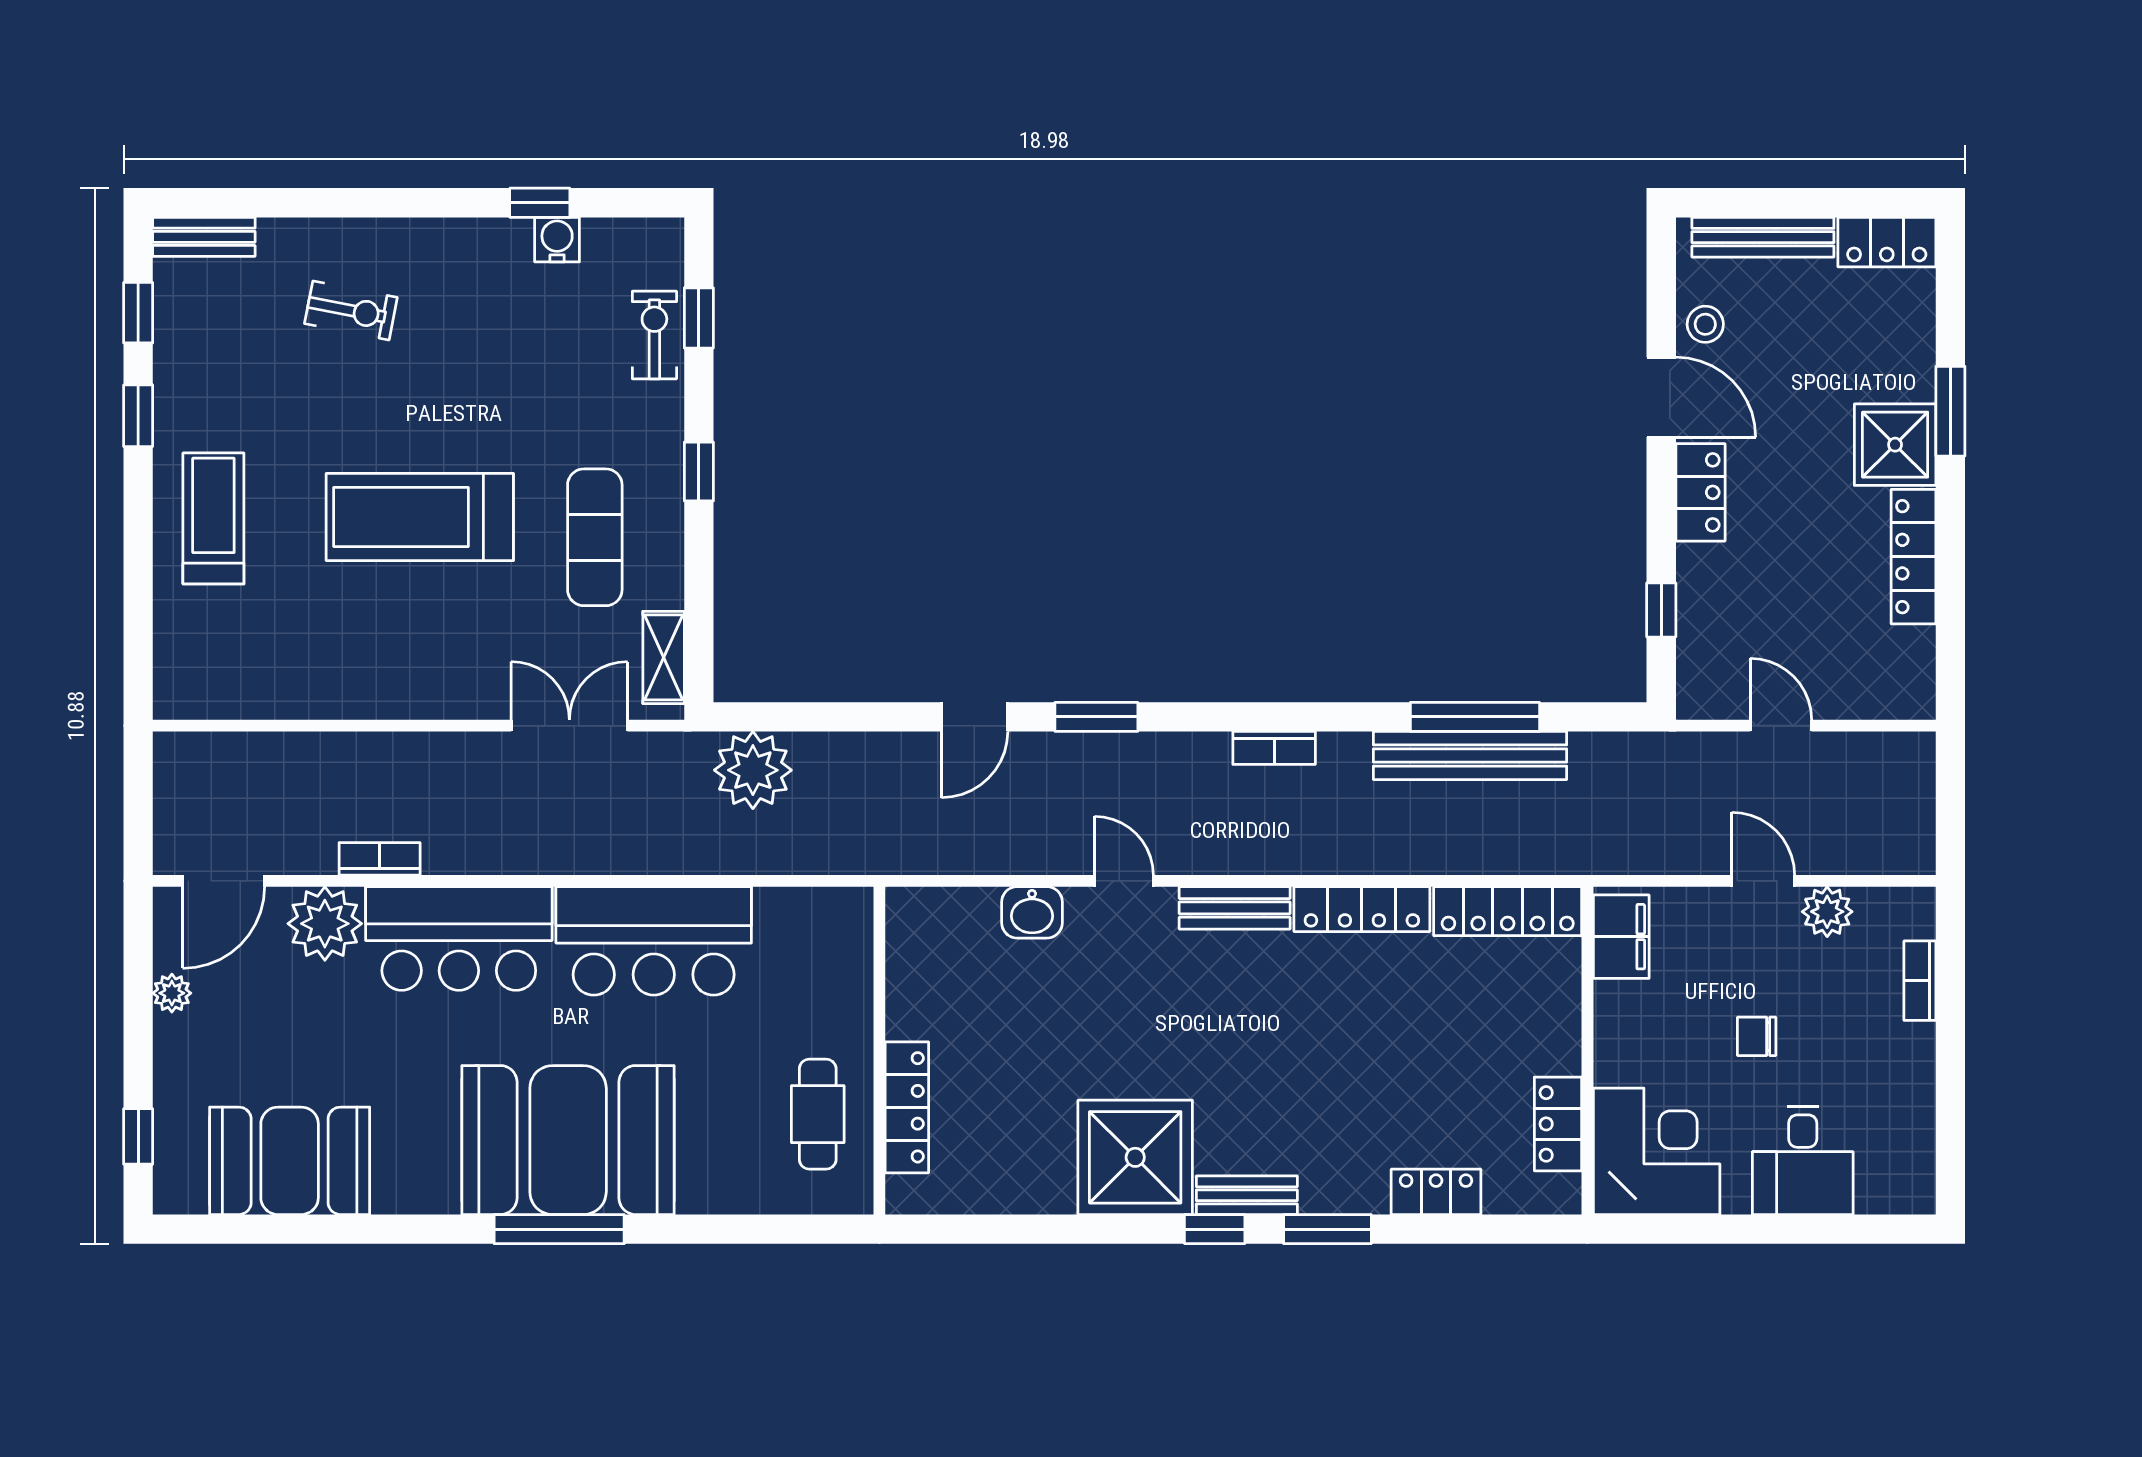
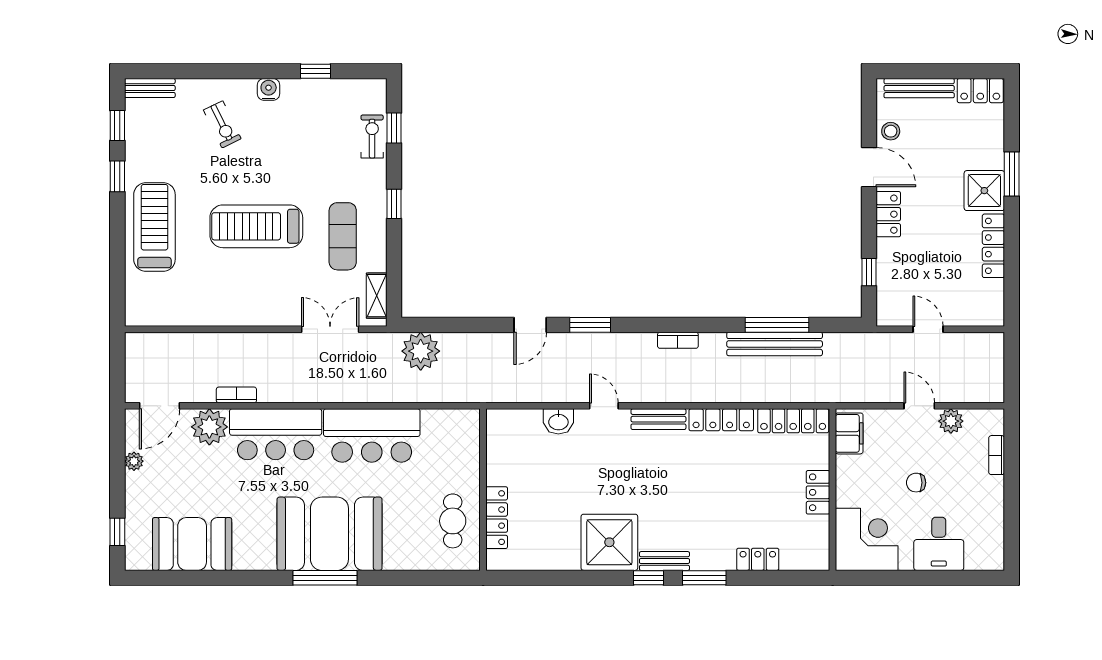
water cooler: (557, 240) -> (269, 89), moved
exercise bike: (351, 310) -> (222, 124), turned 53
treadmill: (213, 518) -> (154, 227), width x1.37, depth x1.38
locker: (1558, 1124) -> (818, 492), moved

